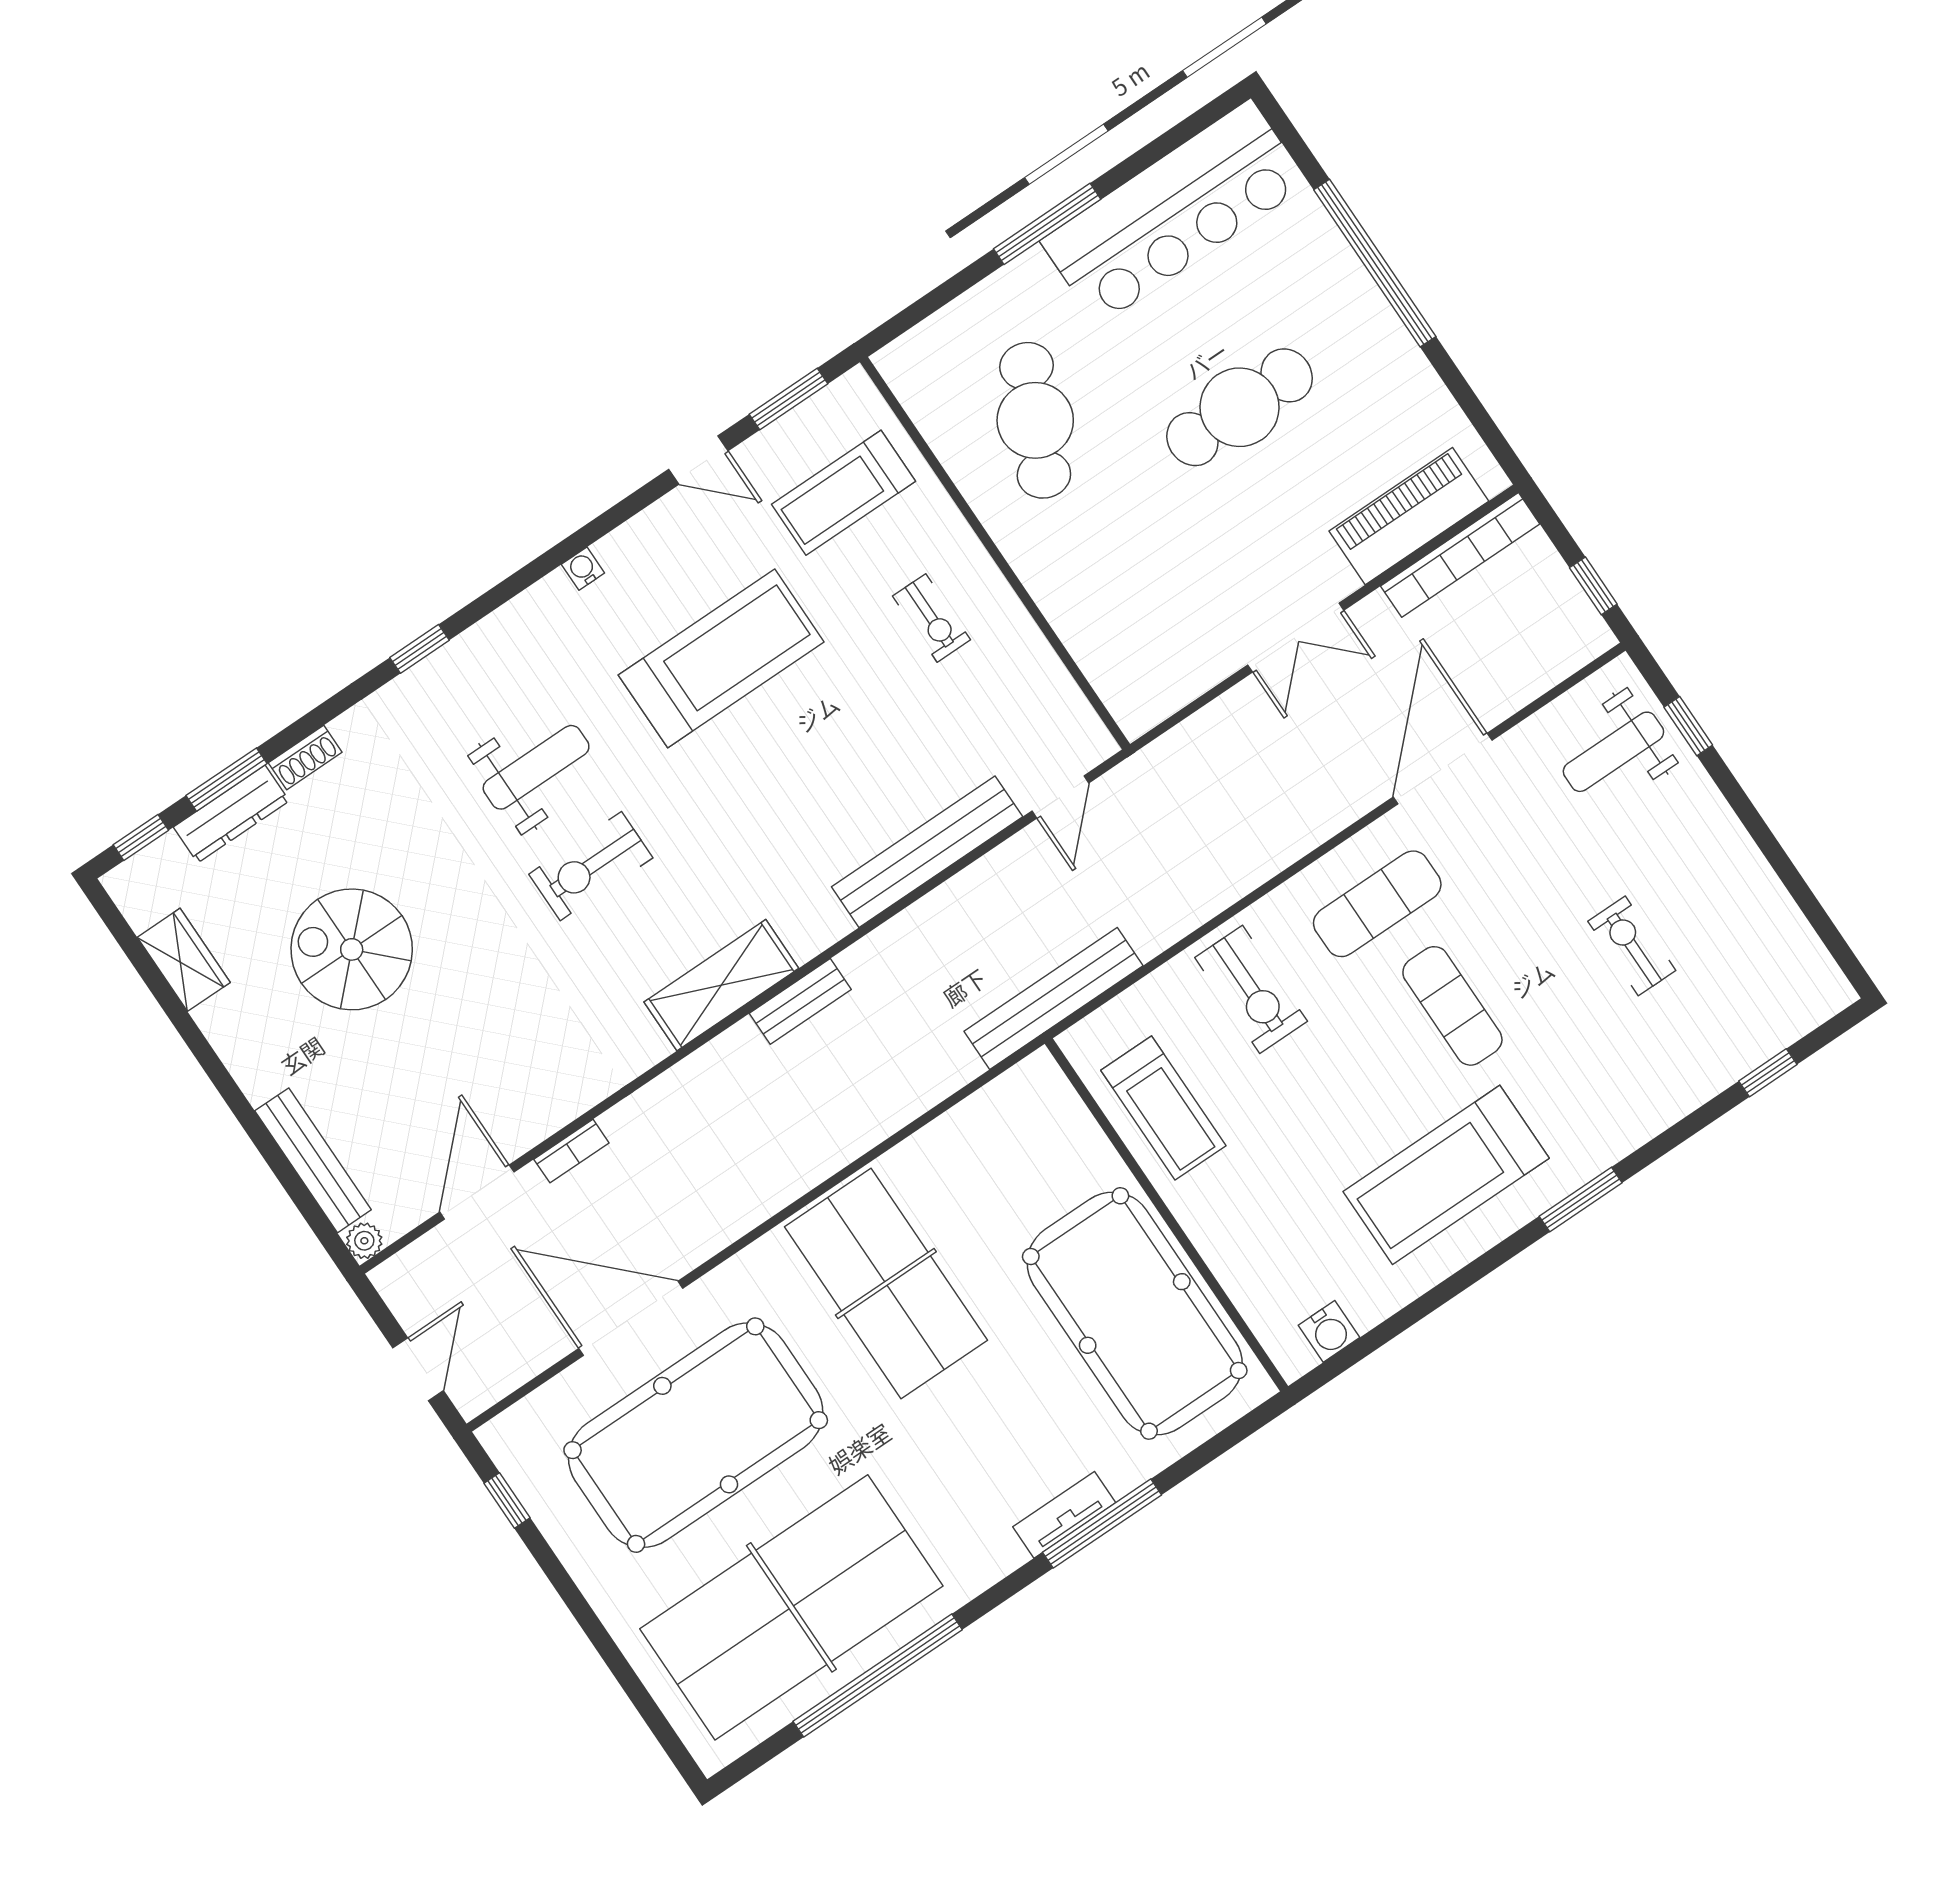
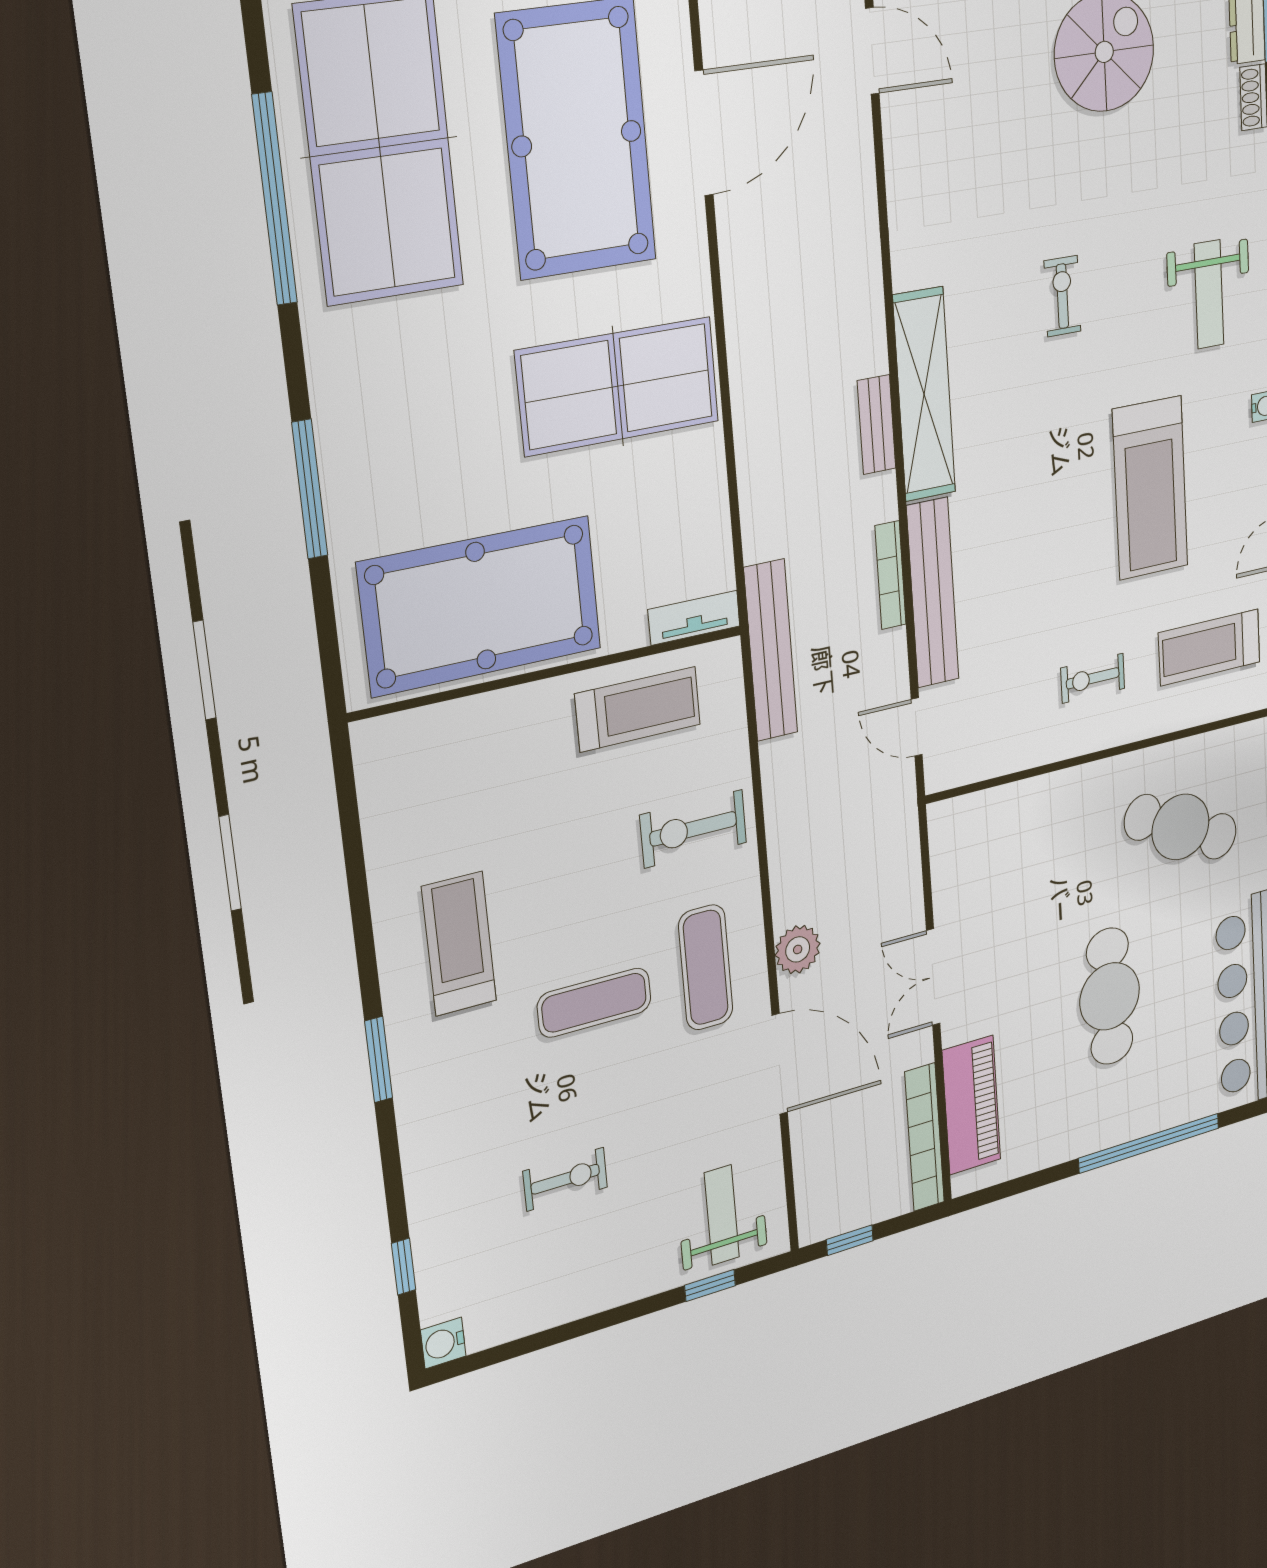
treadmill: (843, 493) -> (1209, 647), turned -90
weight bench: (536, 767) -> (1209, 294), moved
plant: (1324, 811) -> (798, 949), added
exercise bike: (591, 866) -> (1062, 296), width x0.73, depth x0.72
shelving: (721, 985) -> (924, 394), width x1.47
treadmill: (1163, 1108) -> (638, 709), turned 180
bookcase: (571, 1151) -> (890, 575), moved, width x1.56
treadmill: (1446, 1175) -> (459, 944), width x0.73, depth x0.73
water cooler: (1329, 1331) -> (443, 1343), moved
tv unit: (1064, 1515) -> (694, 618), moved, turned -90

